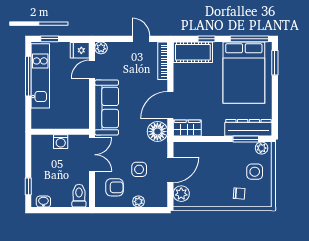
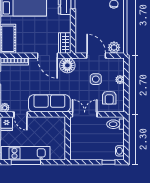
washing machine: (61, 142) -> (75, 138), removed
armchair: (115, 187) -> (109, 98), turned 180

